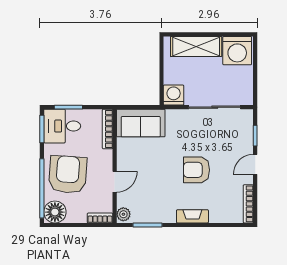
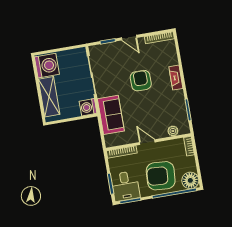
sofa: (141, 123) -> (111, 115), moved
armchair: (196, 170) -> (141, 81), turned 180
door: (115, 182) -> (147, 142), moved
plant: (123, 214) -> (173, 131), moved

